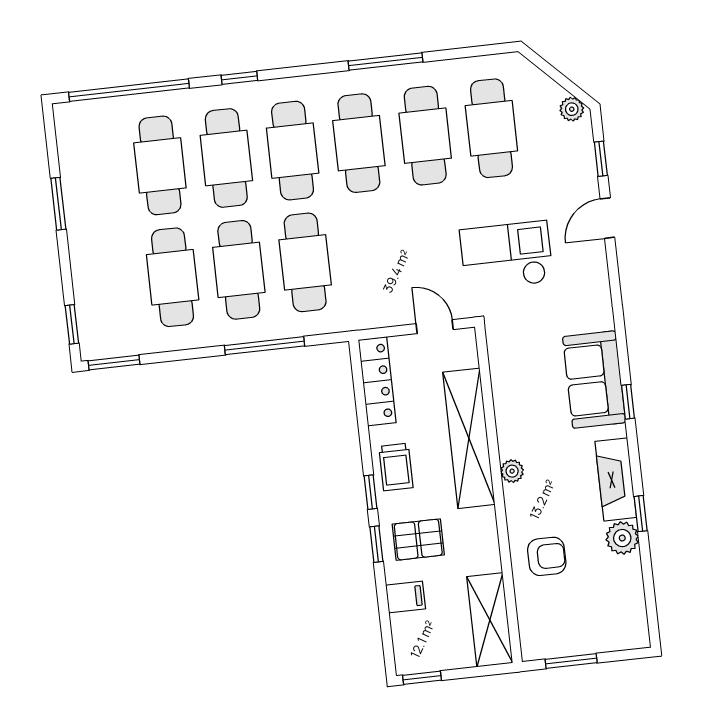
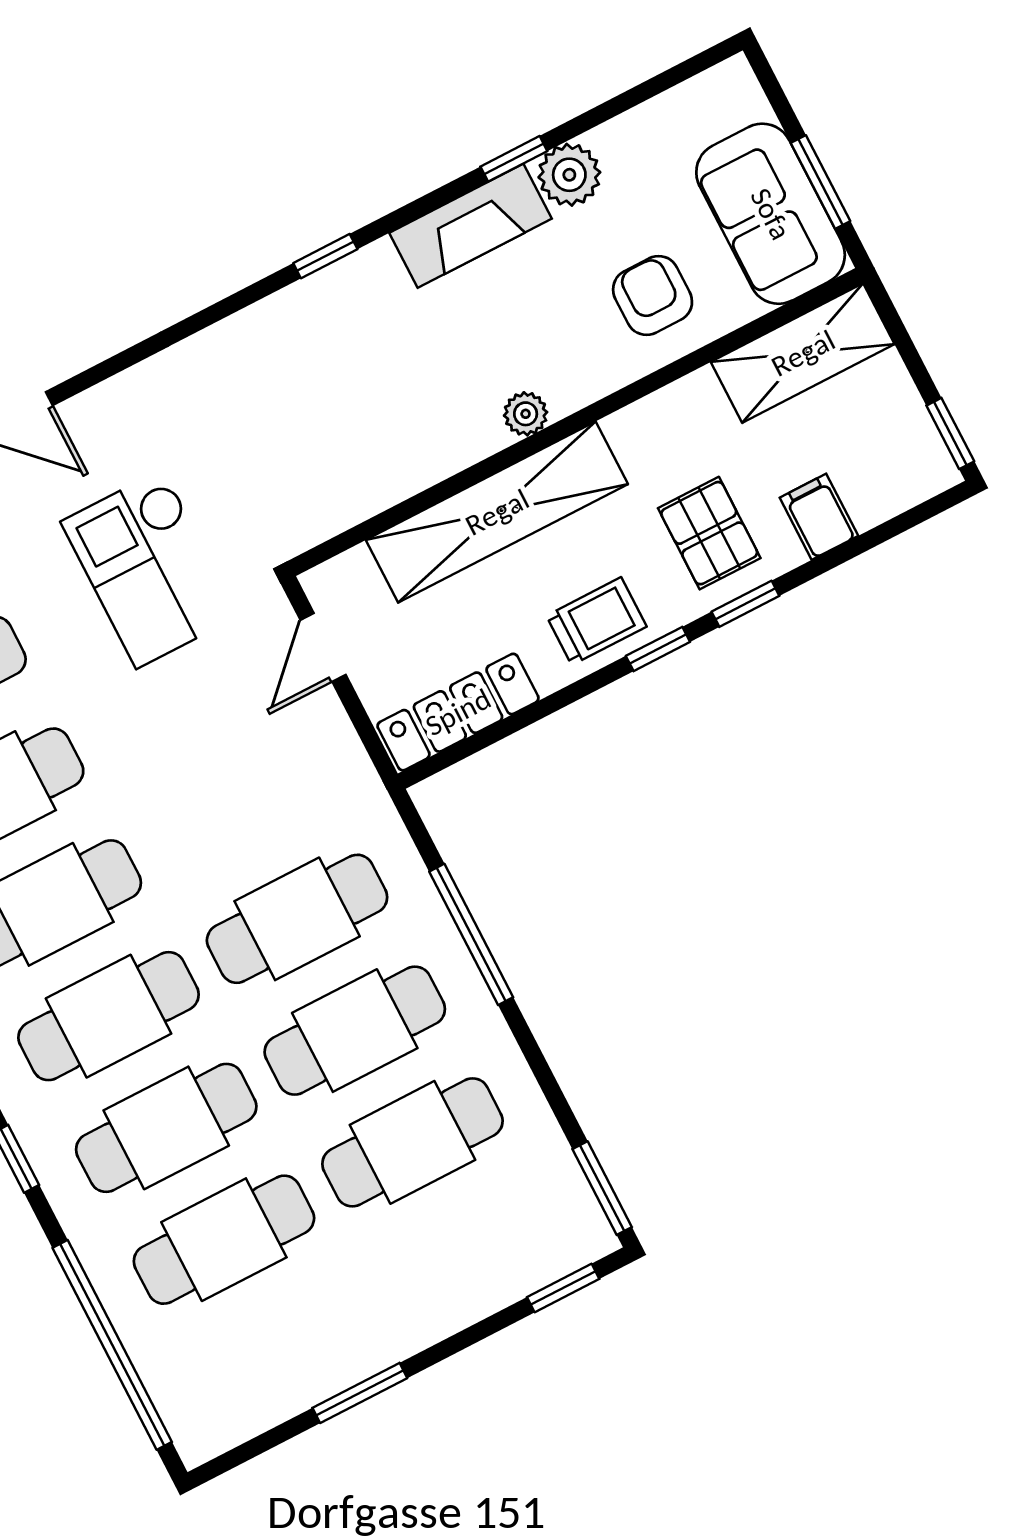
sofa: (594, 380) -> (771, 214), moved, turned 90

